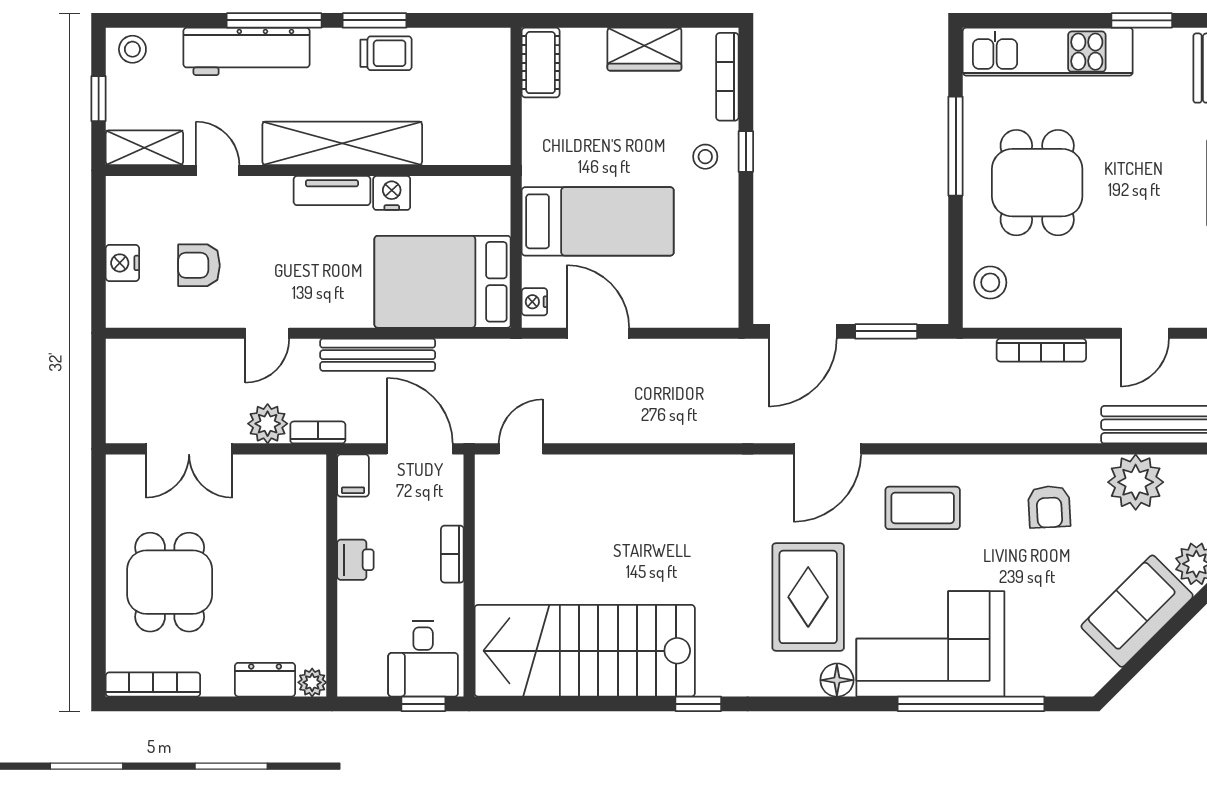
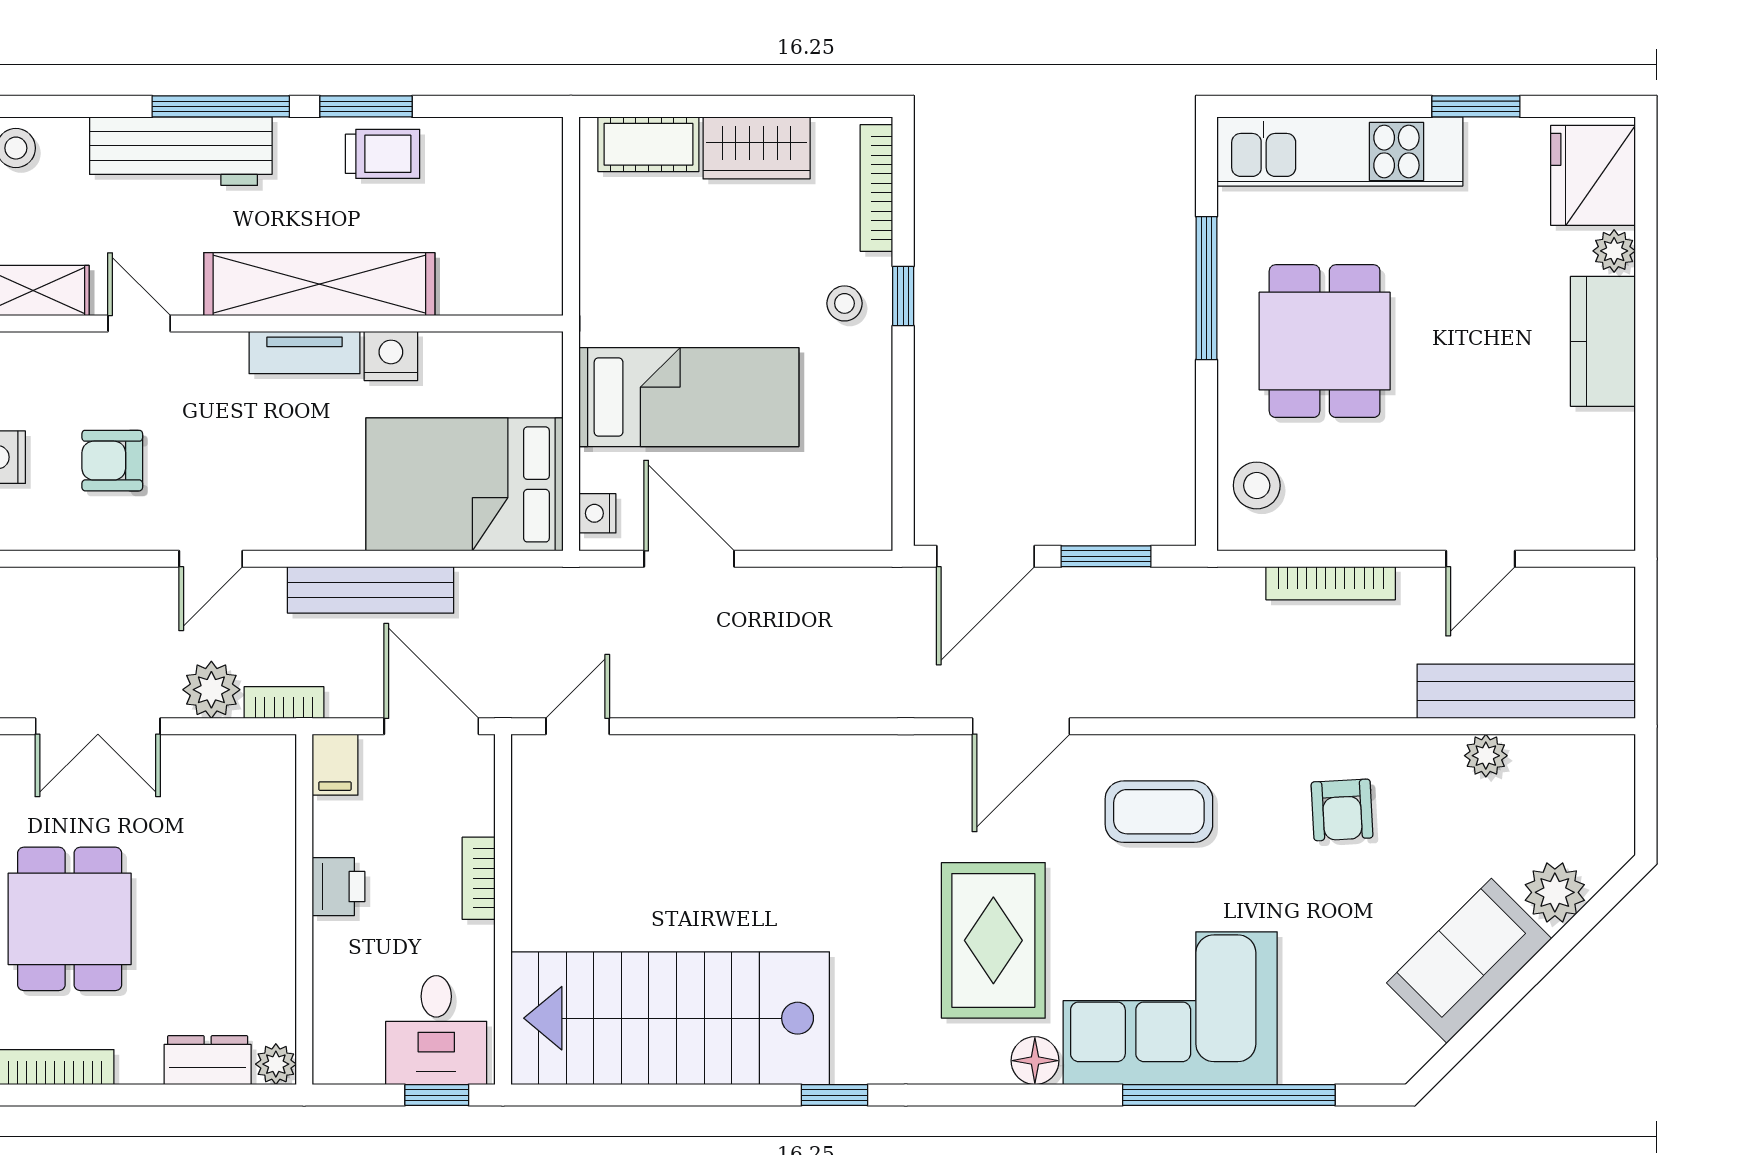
cot: (541, 63) -> (648, 144), moved, turned 90
plant: (1136, 482) -> (1486, 756), width x0.53, depth x0.53

